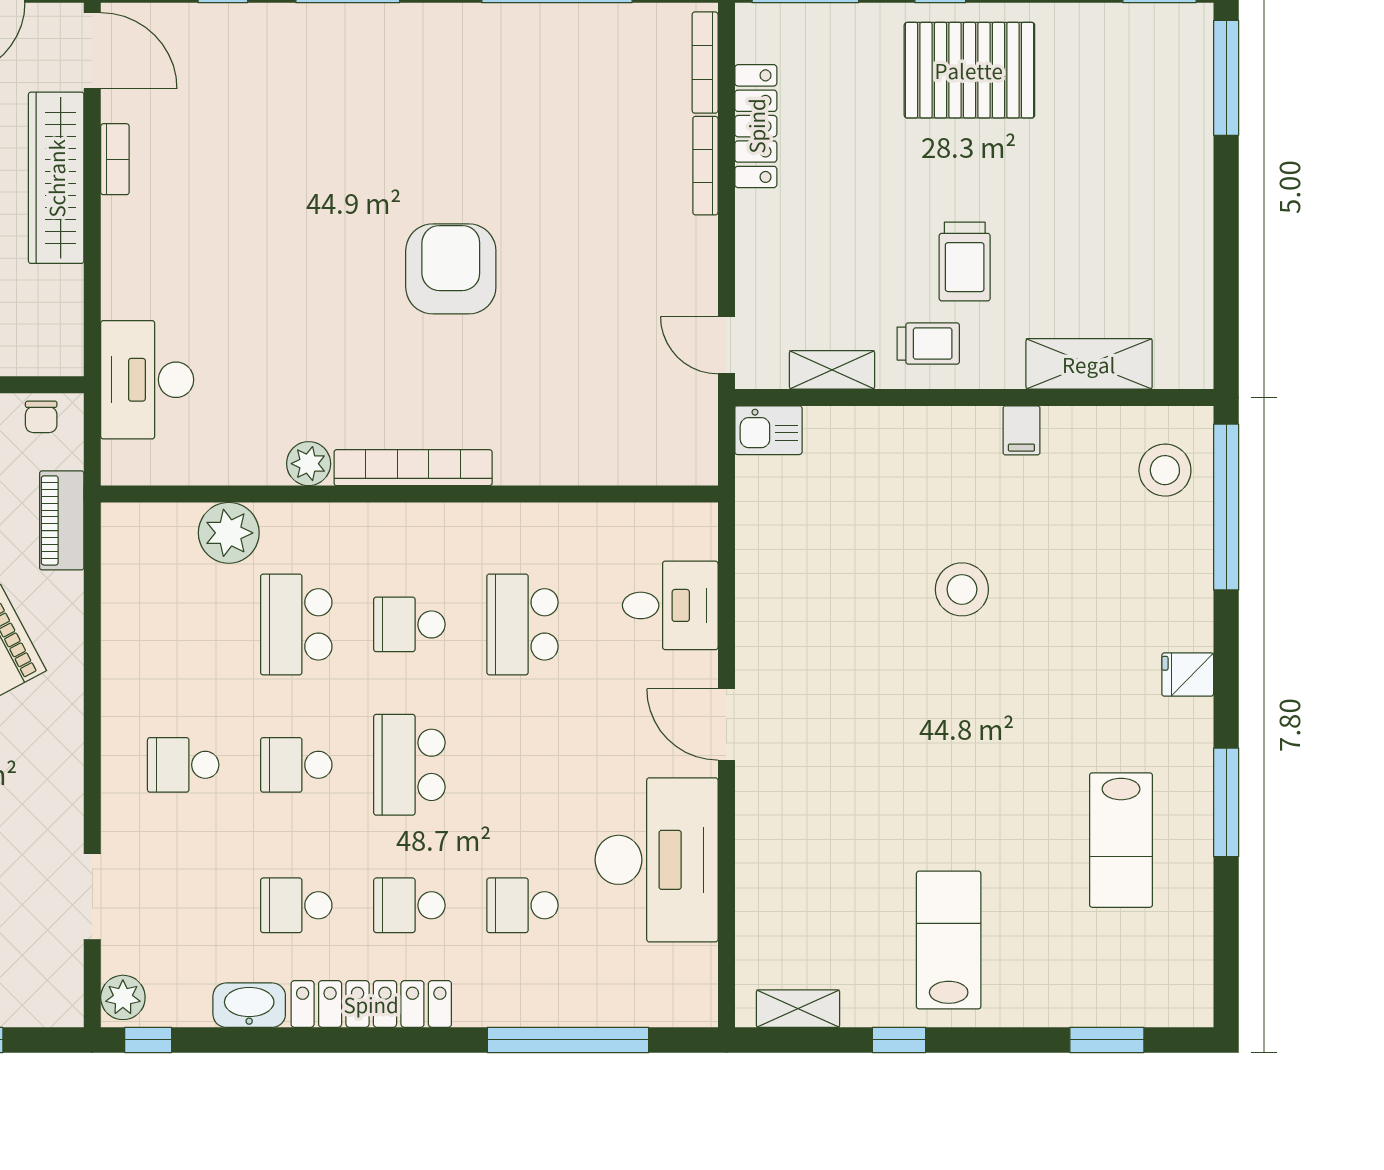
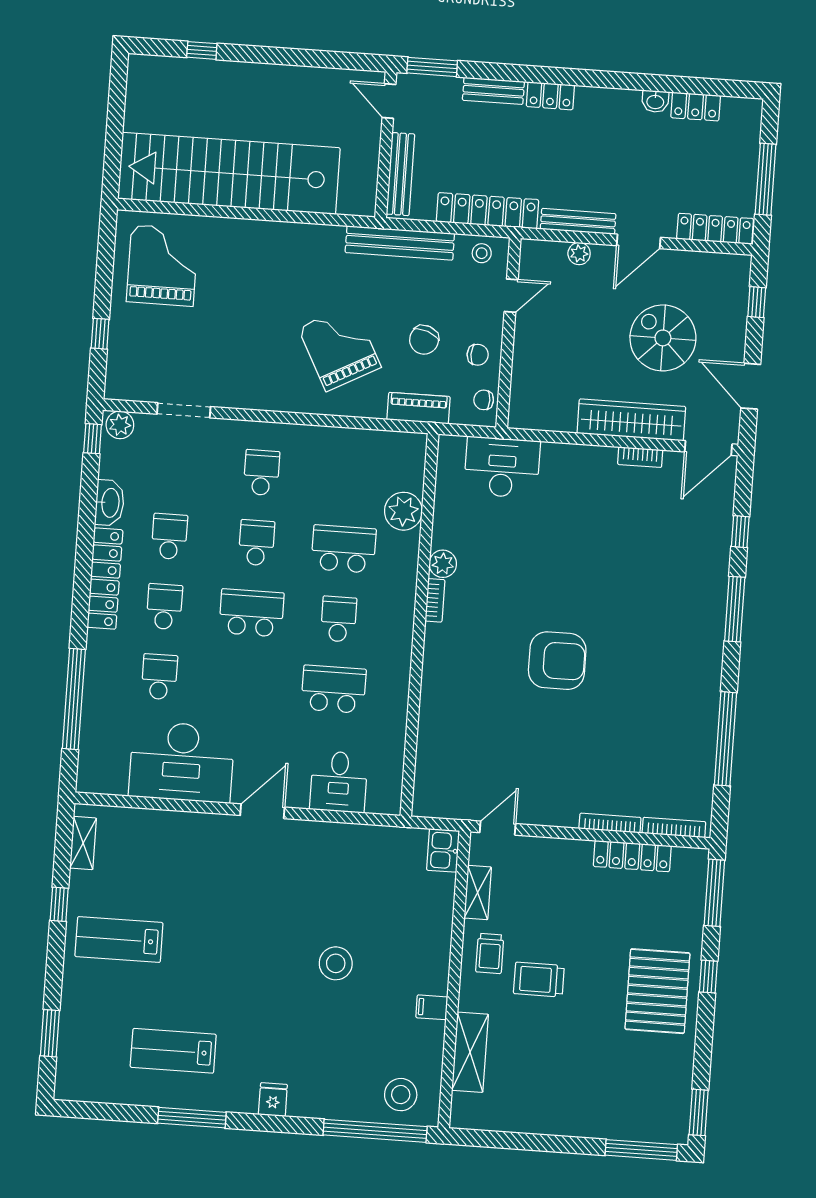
bookcase: (413, 468) -> (435, 600), width x0.43, depth x0.76
lab bench: (949, 940) -> (119, 940), turned 180

